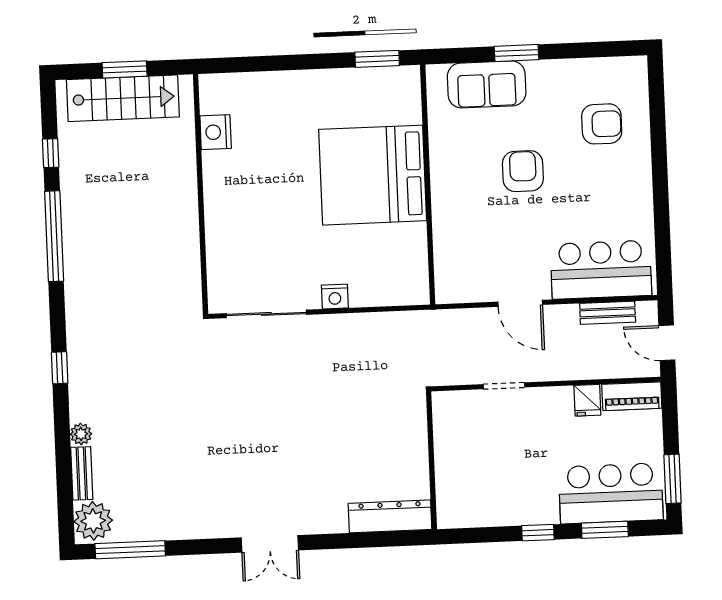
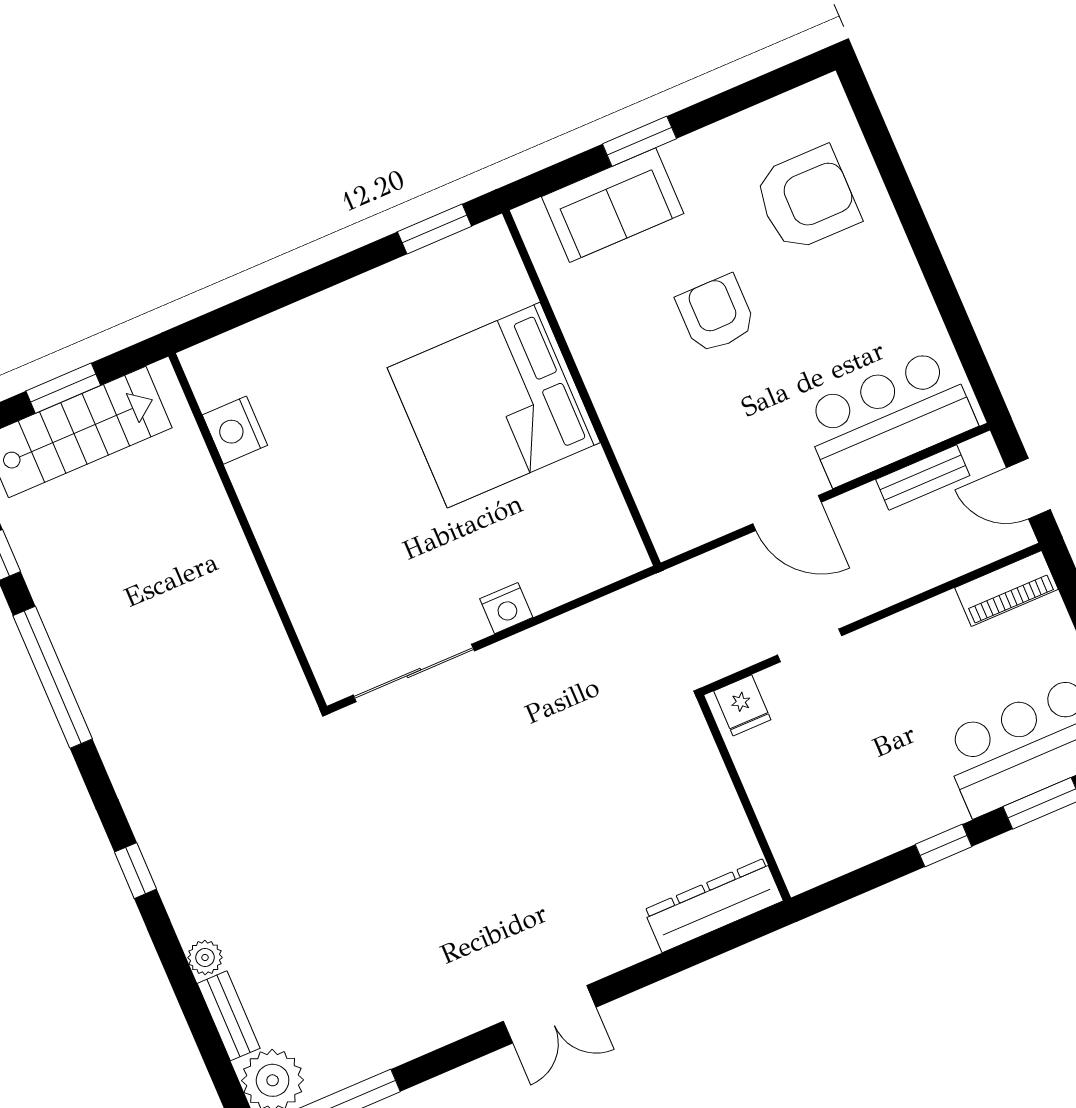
armchair: (602, 124) -> (807, 199), width x1.36, depth x1.36
fridge: (587, 400) -> (742, 705), moved

